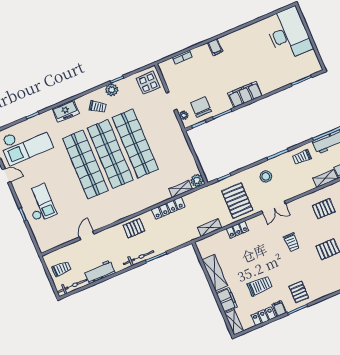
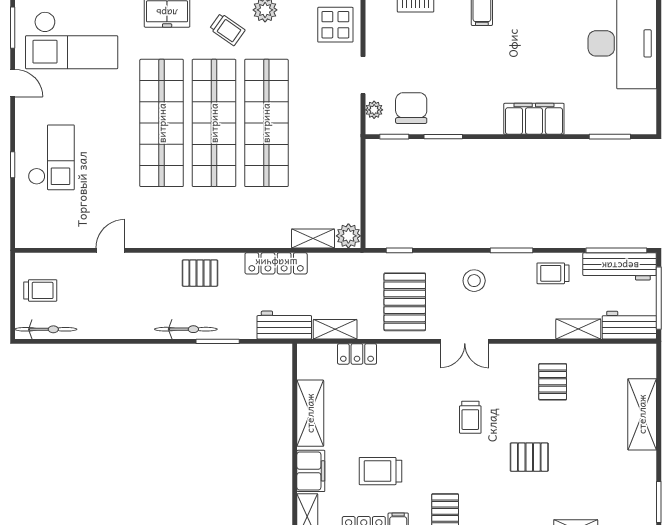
filing cabinet: (245, 94) -> (534, 119), moved
pallet: (324, 209) -> (553, 382), turned 90
locker: (237, 230) -> (357, 354), moved
workbench: (100, 272) -> (284, 325), moved
trolley: (260, 286) -> (380, 471), turned 180

